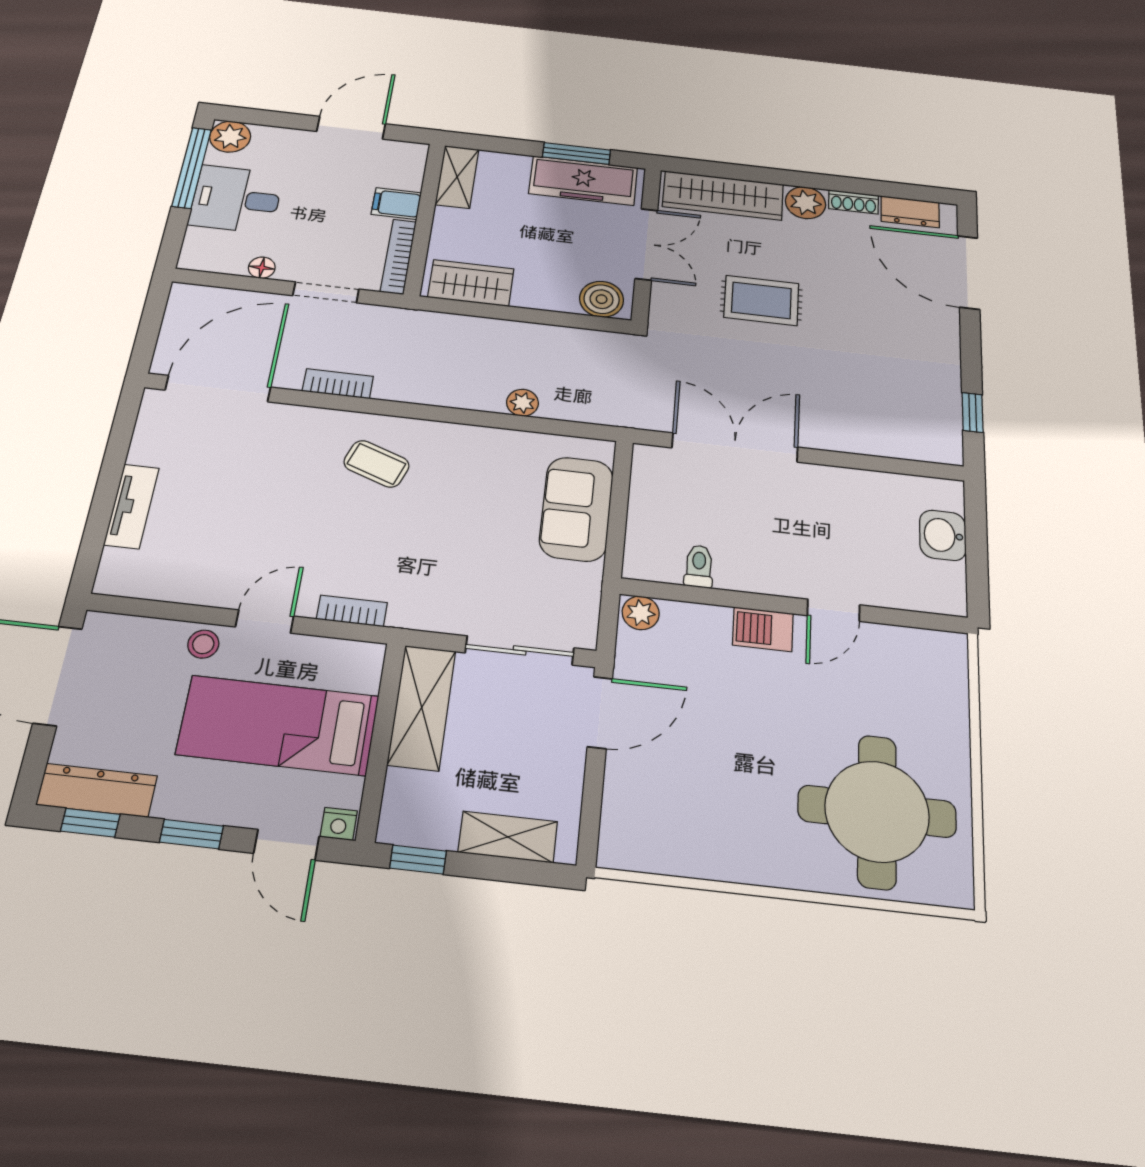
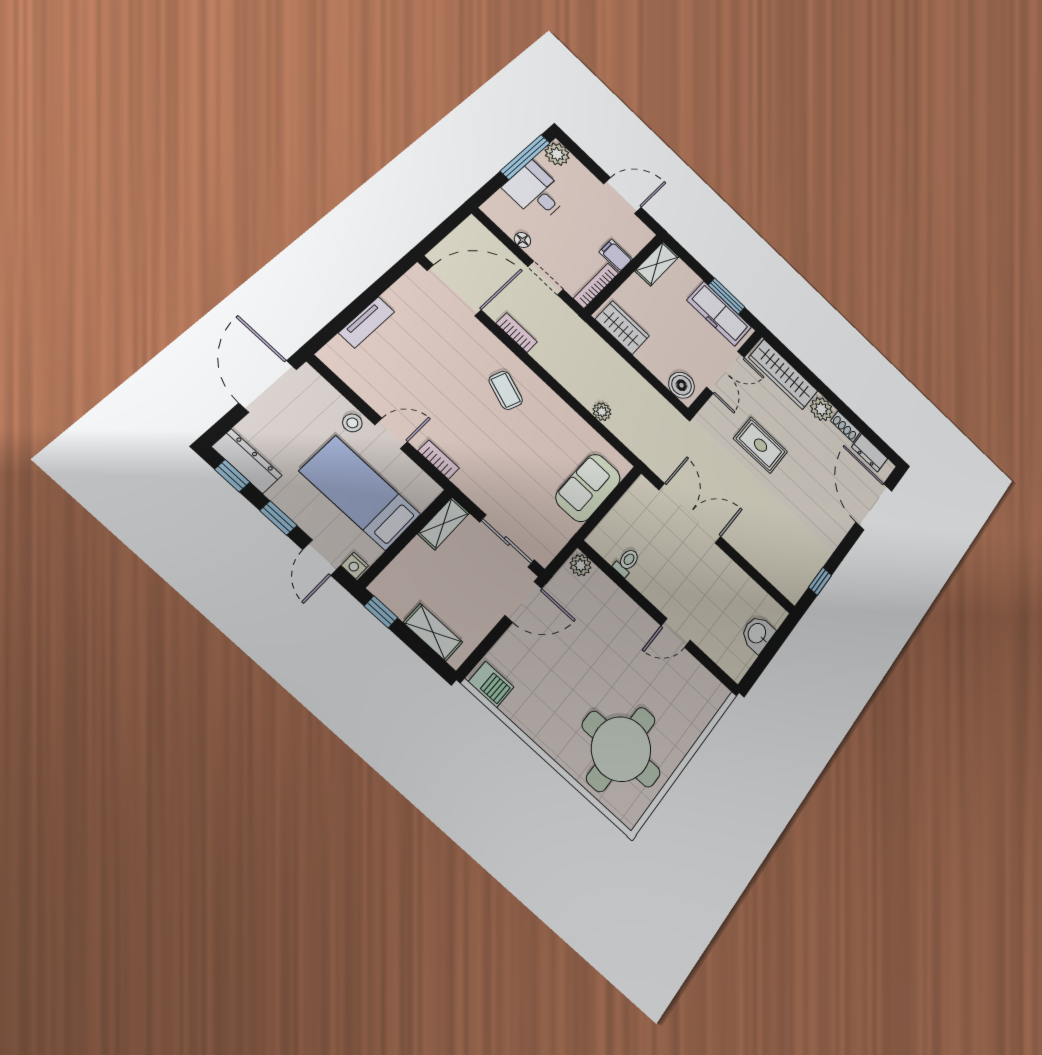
barbecue: (763, 629) -> (491, 684), moved, turned 180
shelving: (422, 707) -> (444, 523), width x0.67, depth x0.75

